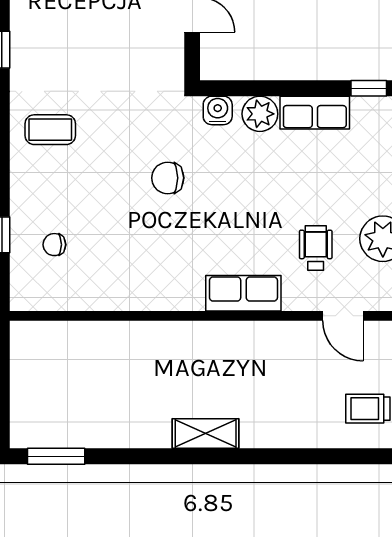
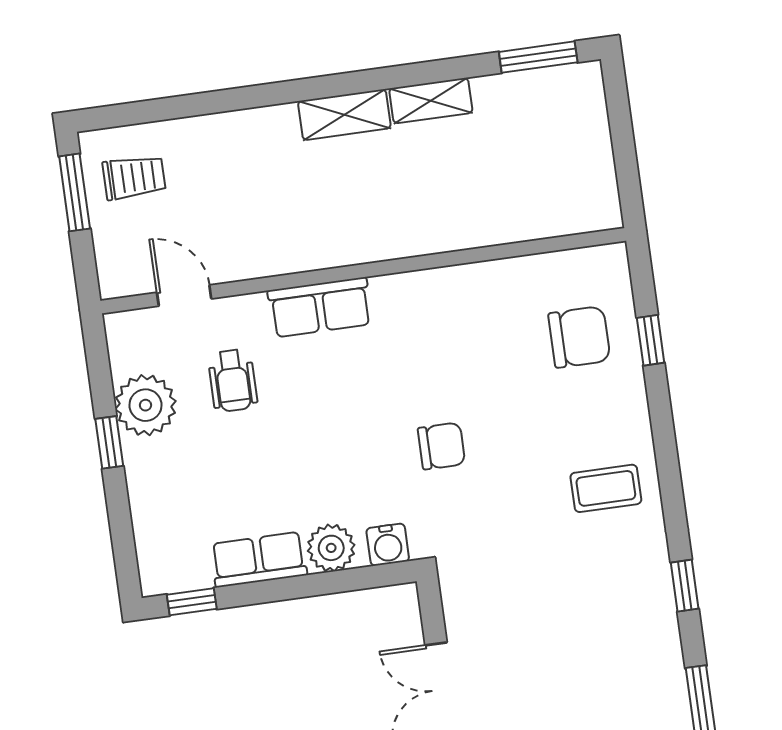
chair: (54, 245) -> (579, 337), width x1.87, depth x1.87
shelving: (140, 435) -> (431, 101), added

